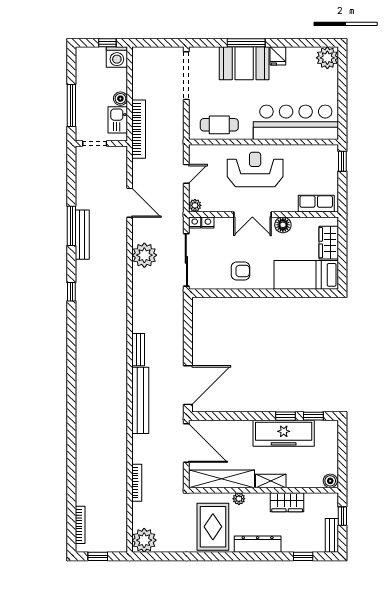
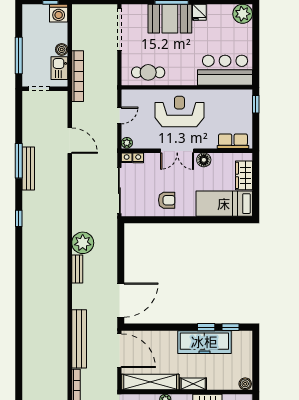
bar counter: (296, 122) -> (225, 70), width x0.73
plant: (144, 255) -> (83, 243), moved
bench: (140, 400) -> (79, 339), moved

